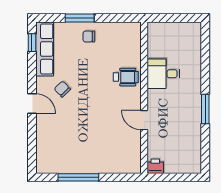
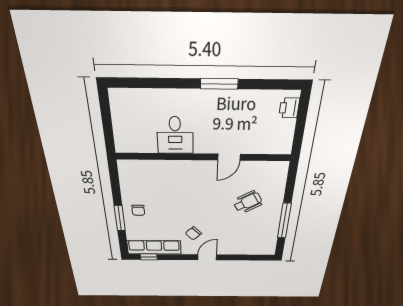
wheelchair: (126, 77) -> (248, 202), moved, turned 60
printer: (155, 166) -> (289, 108), moved

